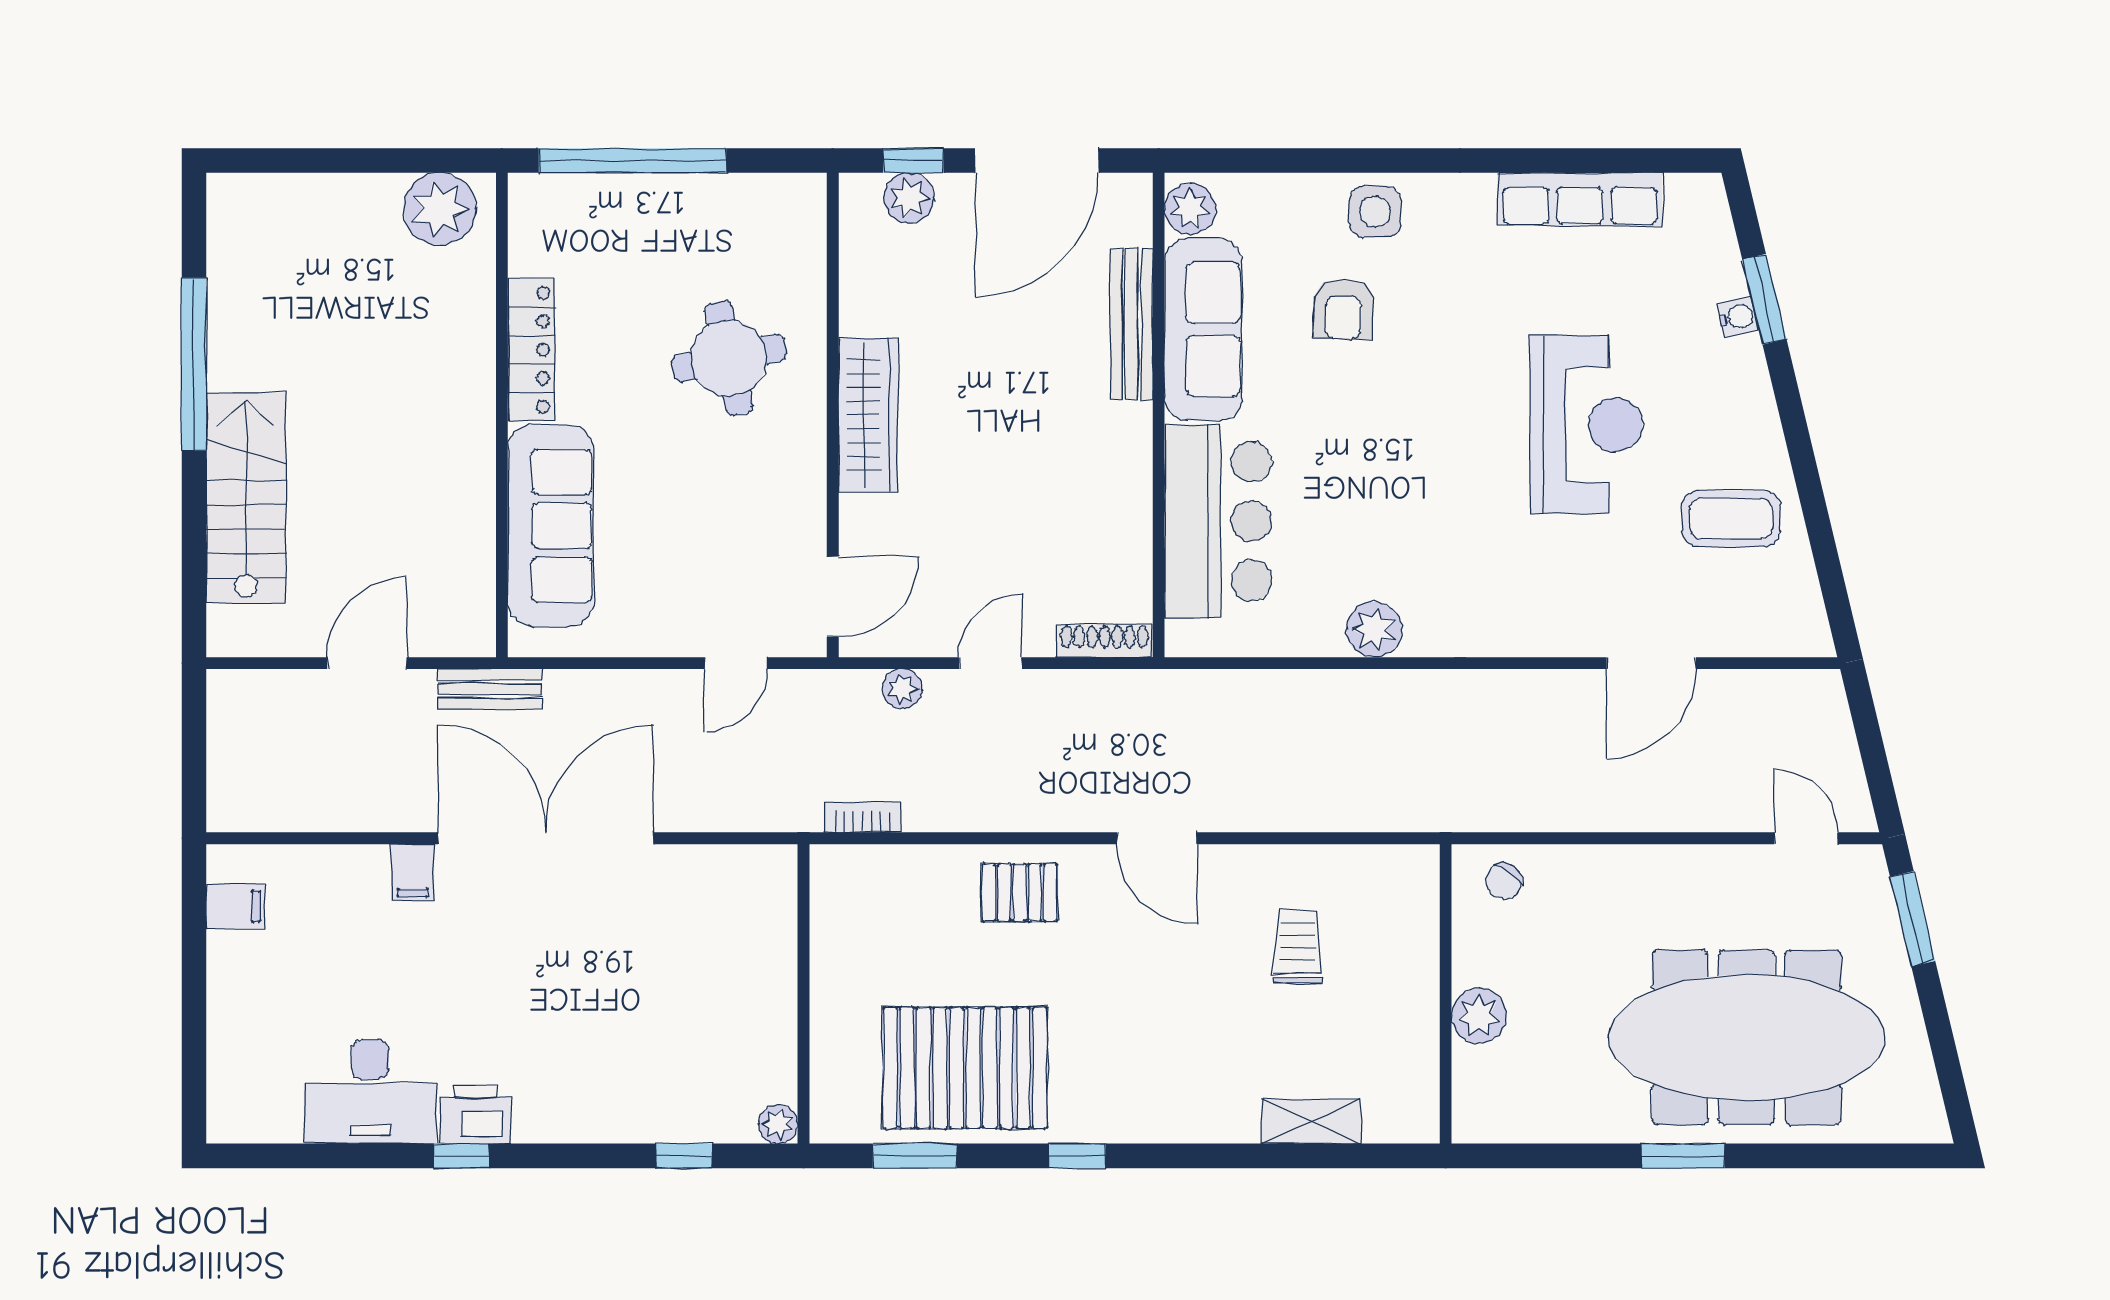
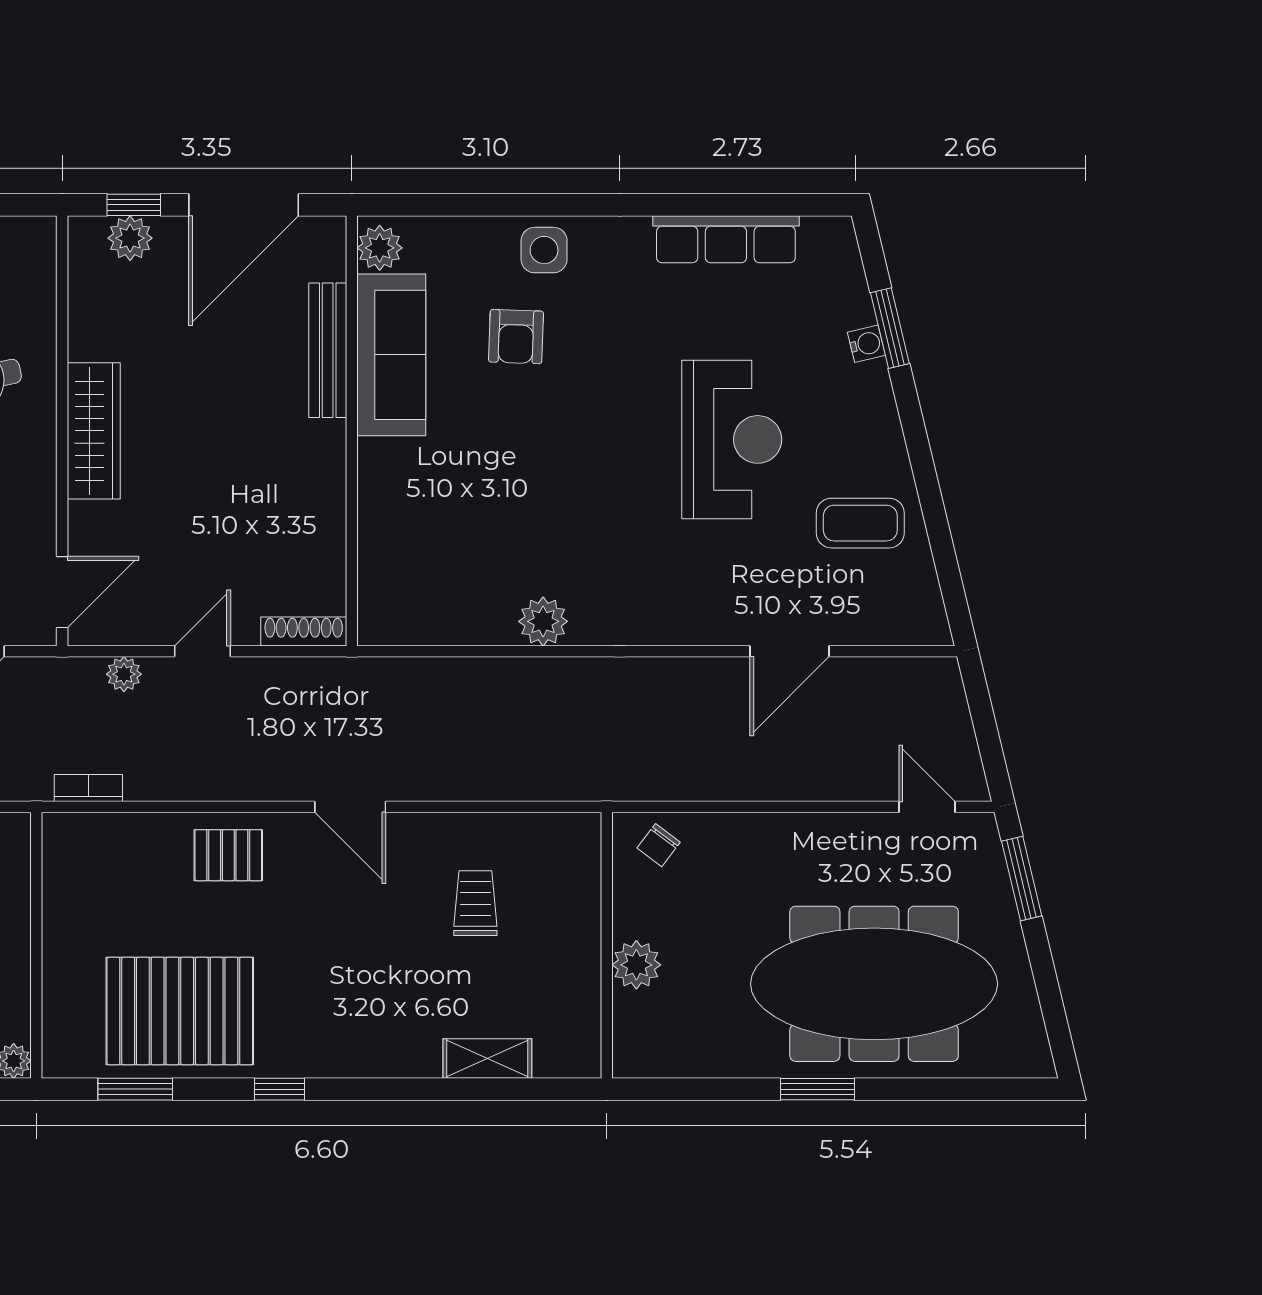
bar counter: (1218, 521) -> (405, 525), removed

